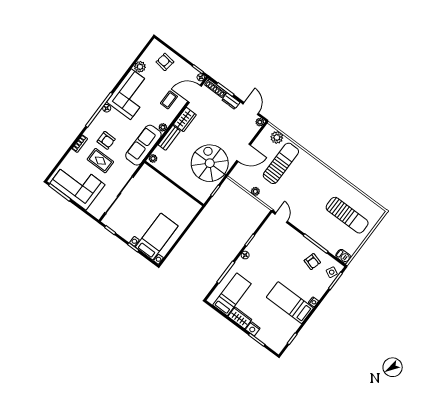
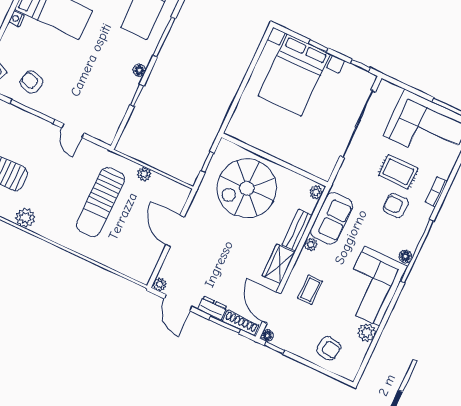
door: (195, 94) -> (272, 308), swing flipped
plant: (277, 137) -> (25, 218), moved
sofa: (143, 145) -> (332, 218), width x0.73
door: (244, 153) -> (175, 231), hinge flipped
spiral stairs: (210, 163) -> (247, 188), moved, turned 90
sun lounger: (281, 163) -> (100, 202), moved
door: (281, 218) -> (73, 131), moved
bed with nightstands: (157, 237) -> (294, 75), width x1.36

